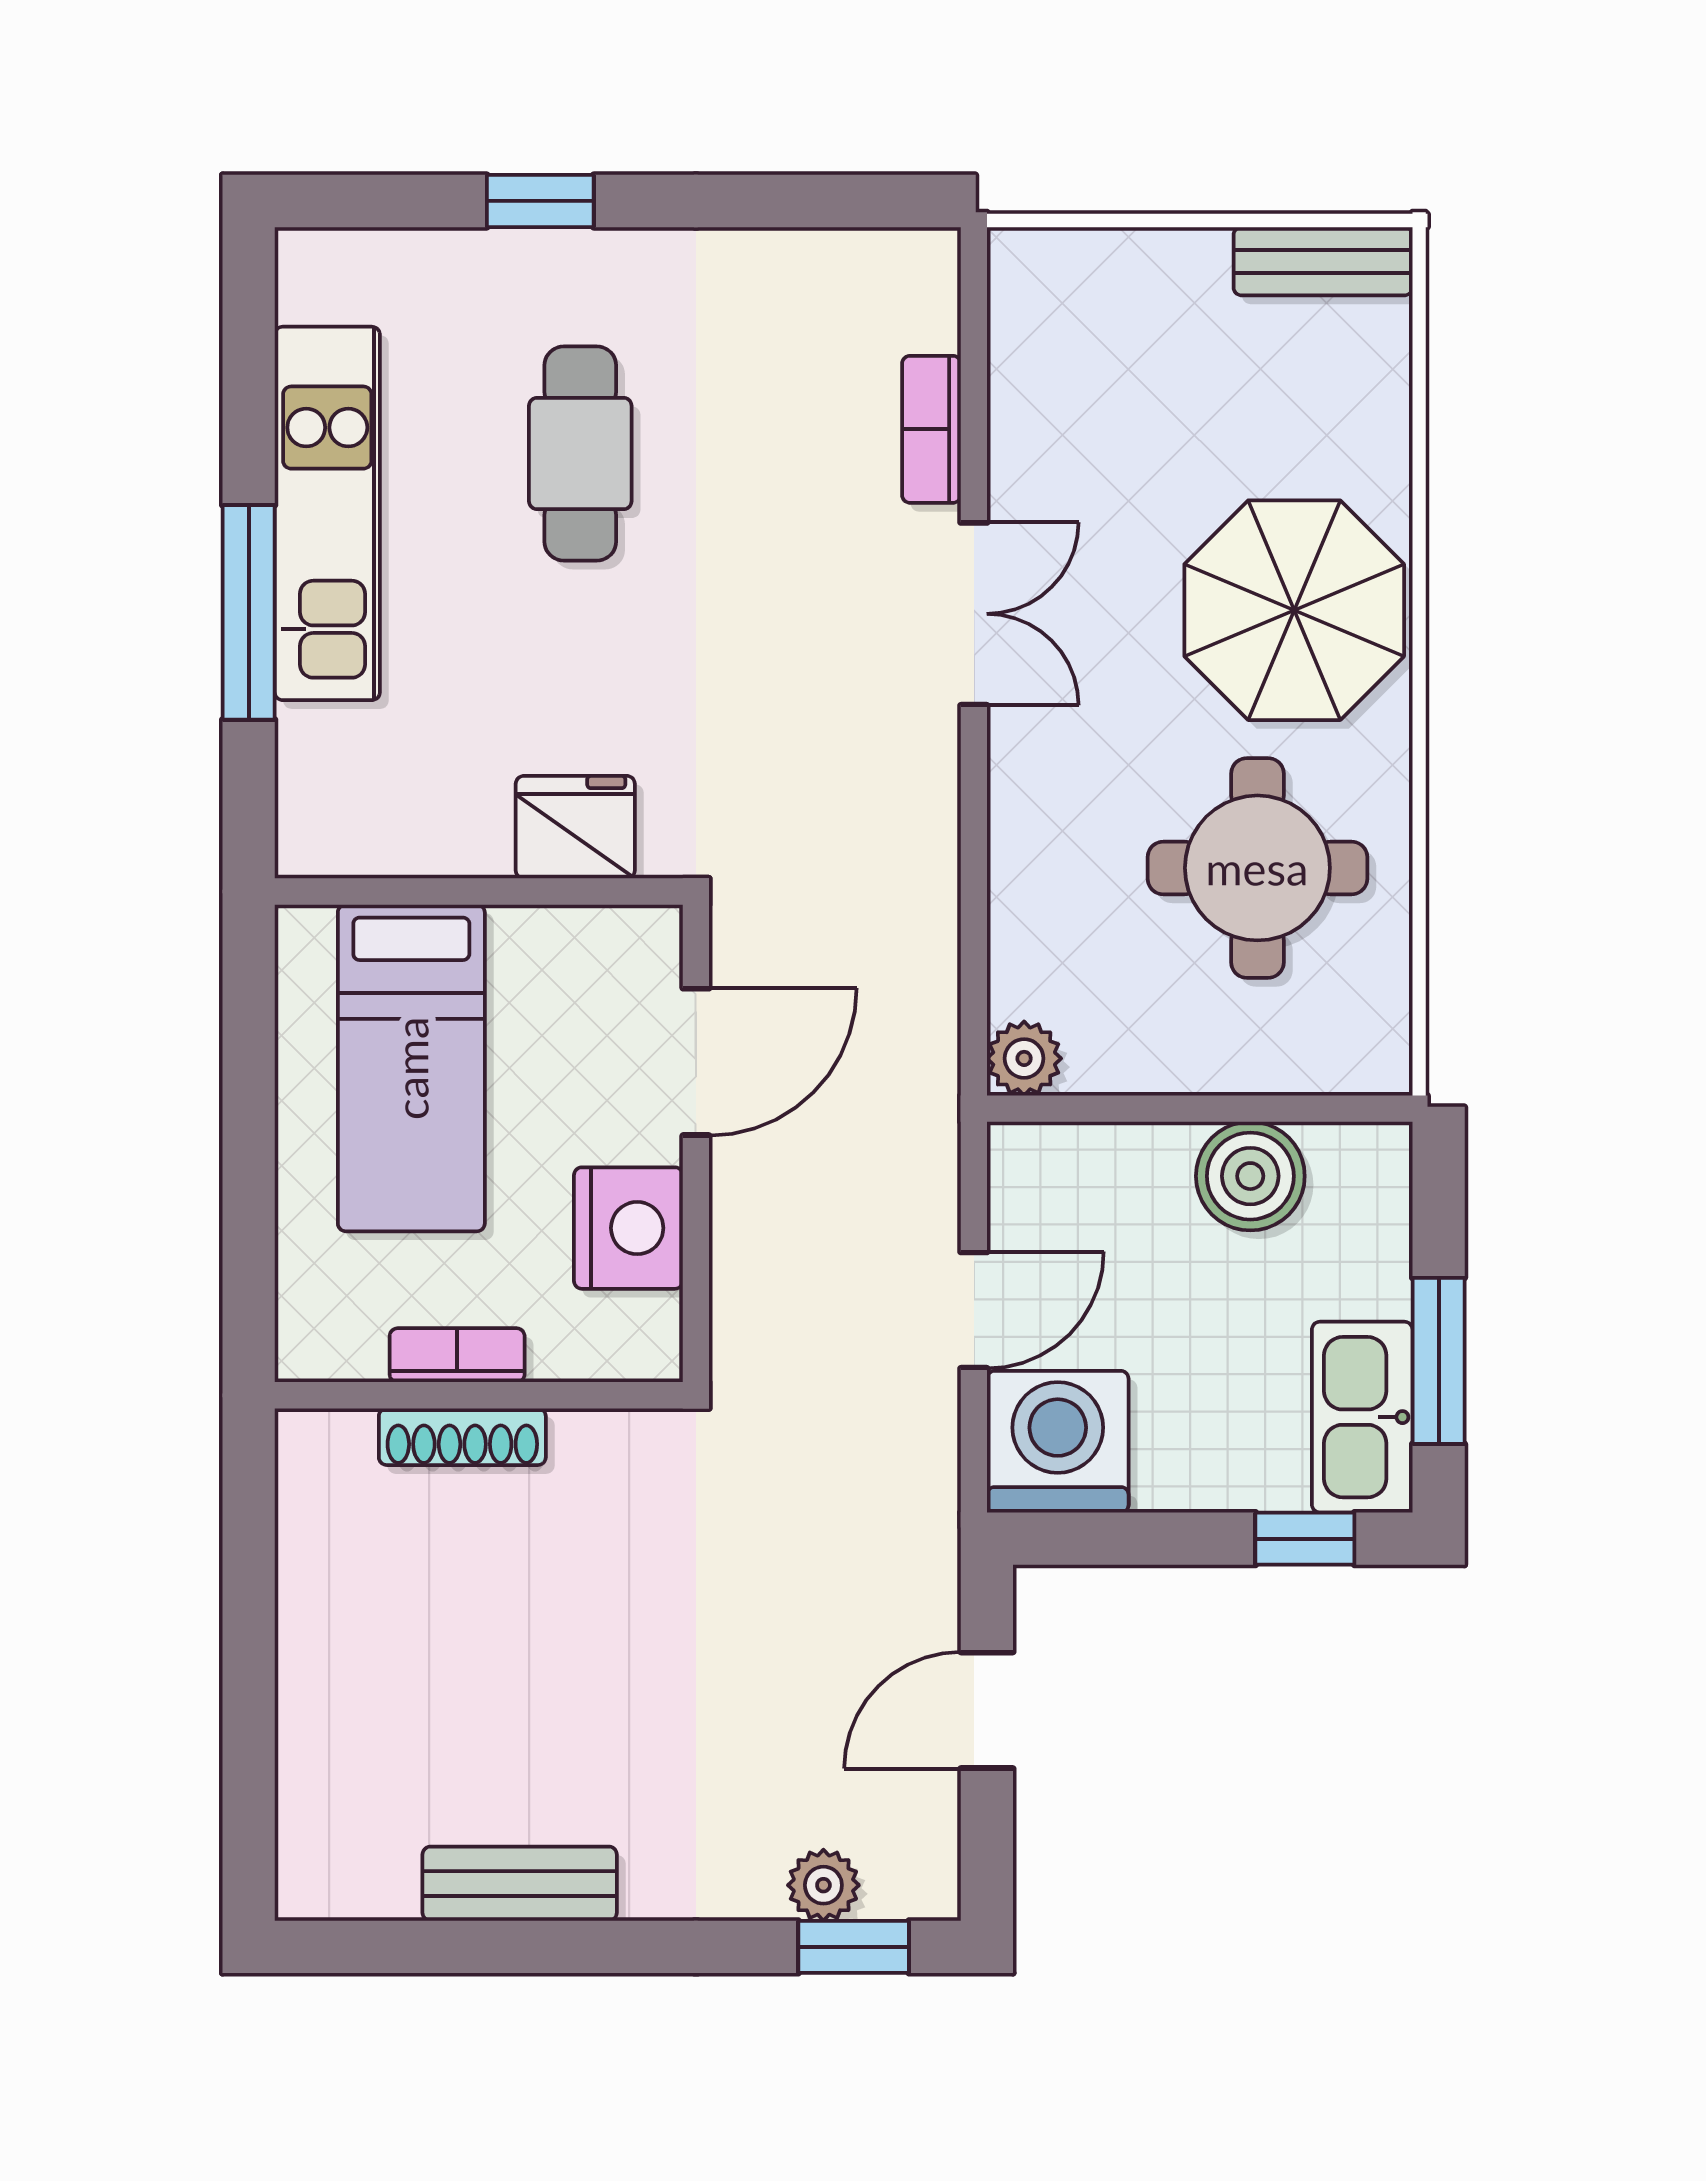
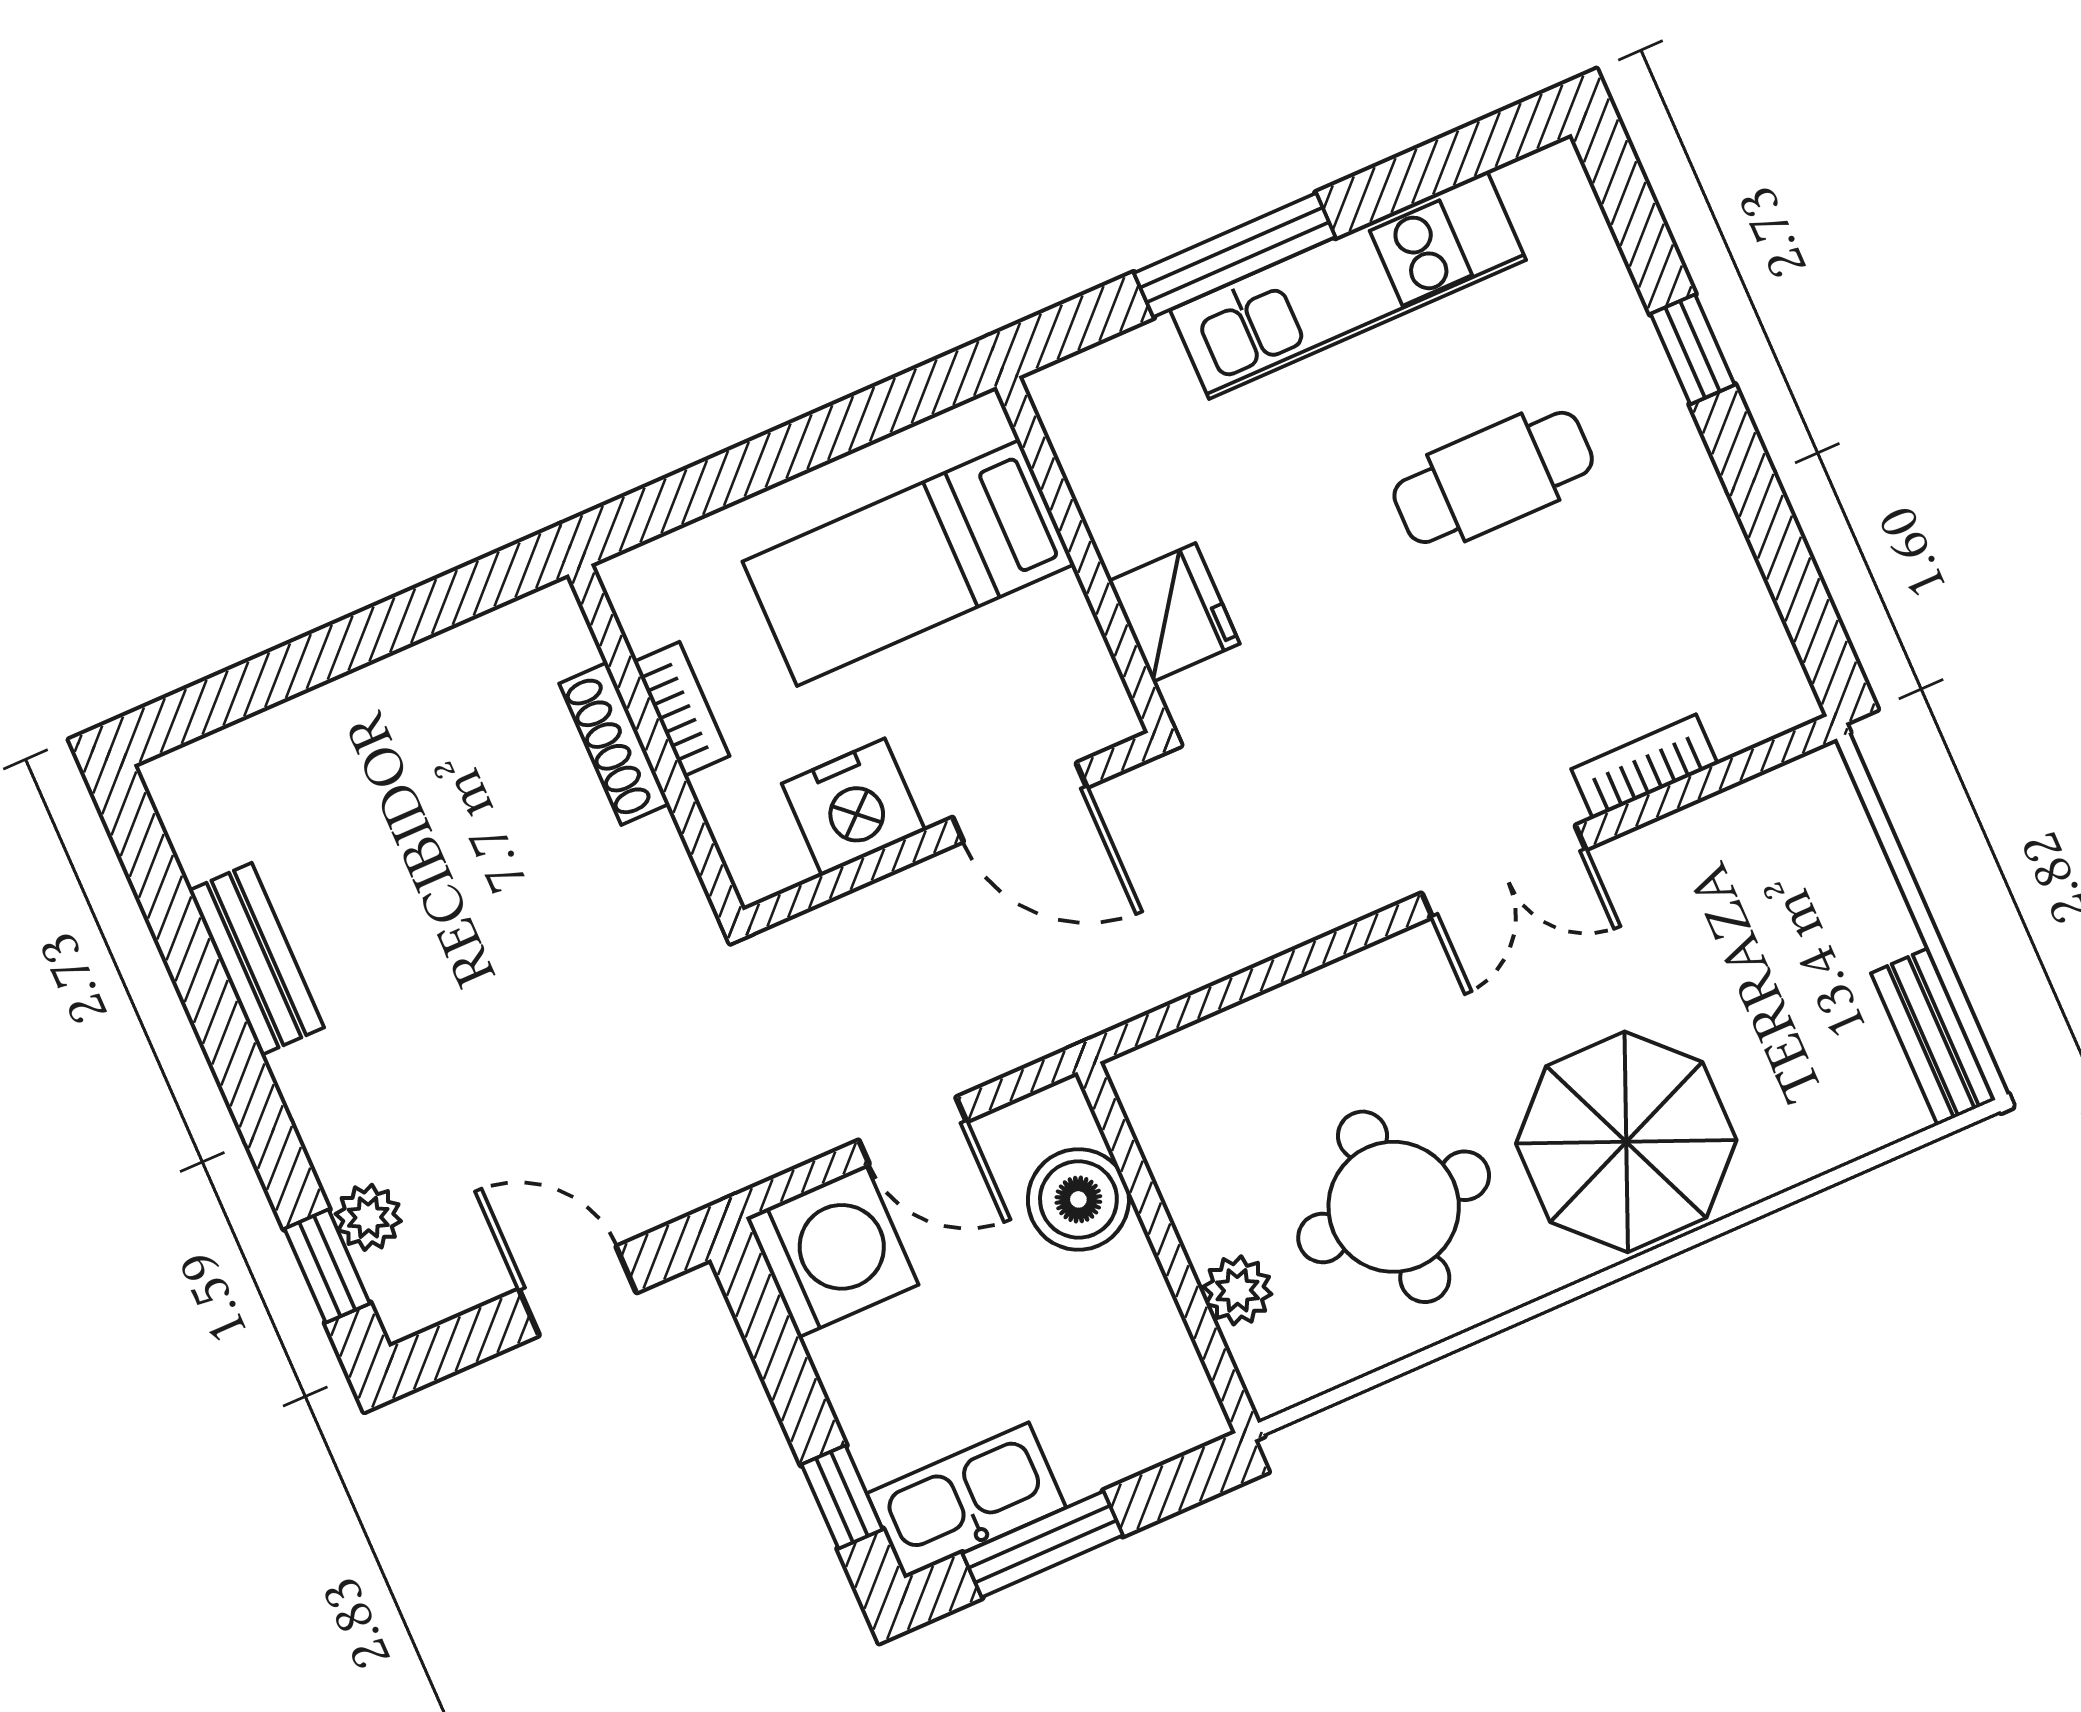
plant: (1024, 1058) -> (1237, 1290), moved
boiler: (1250, 1176) -> (1078, 1199), moved

